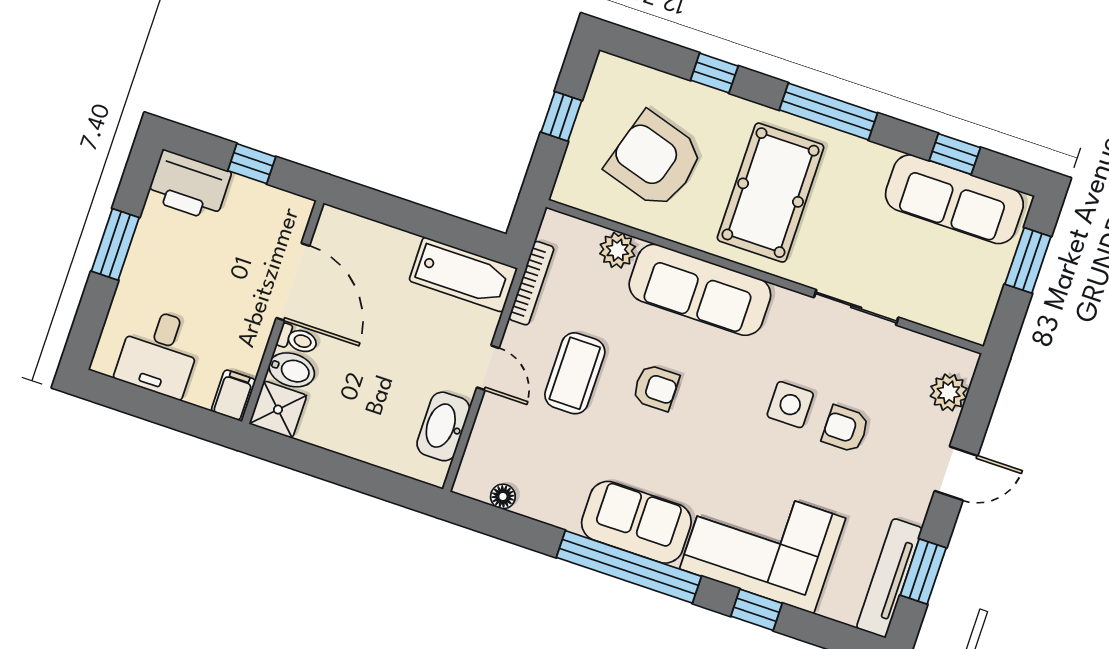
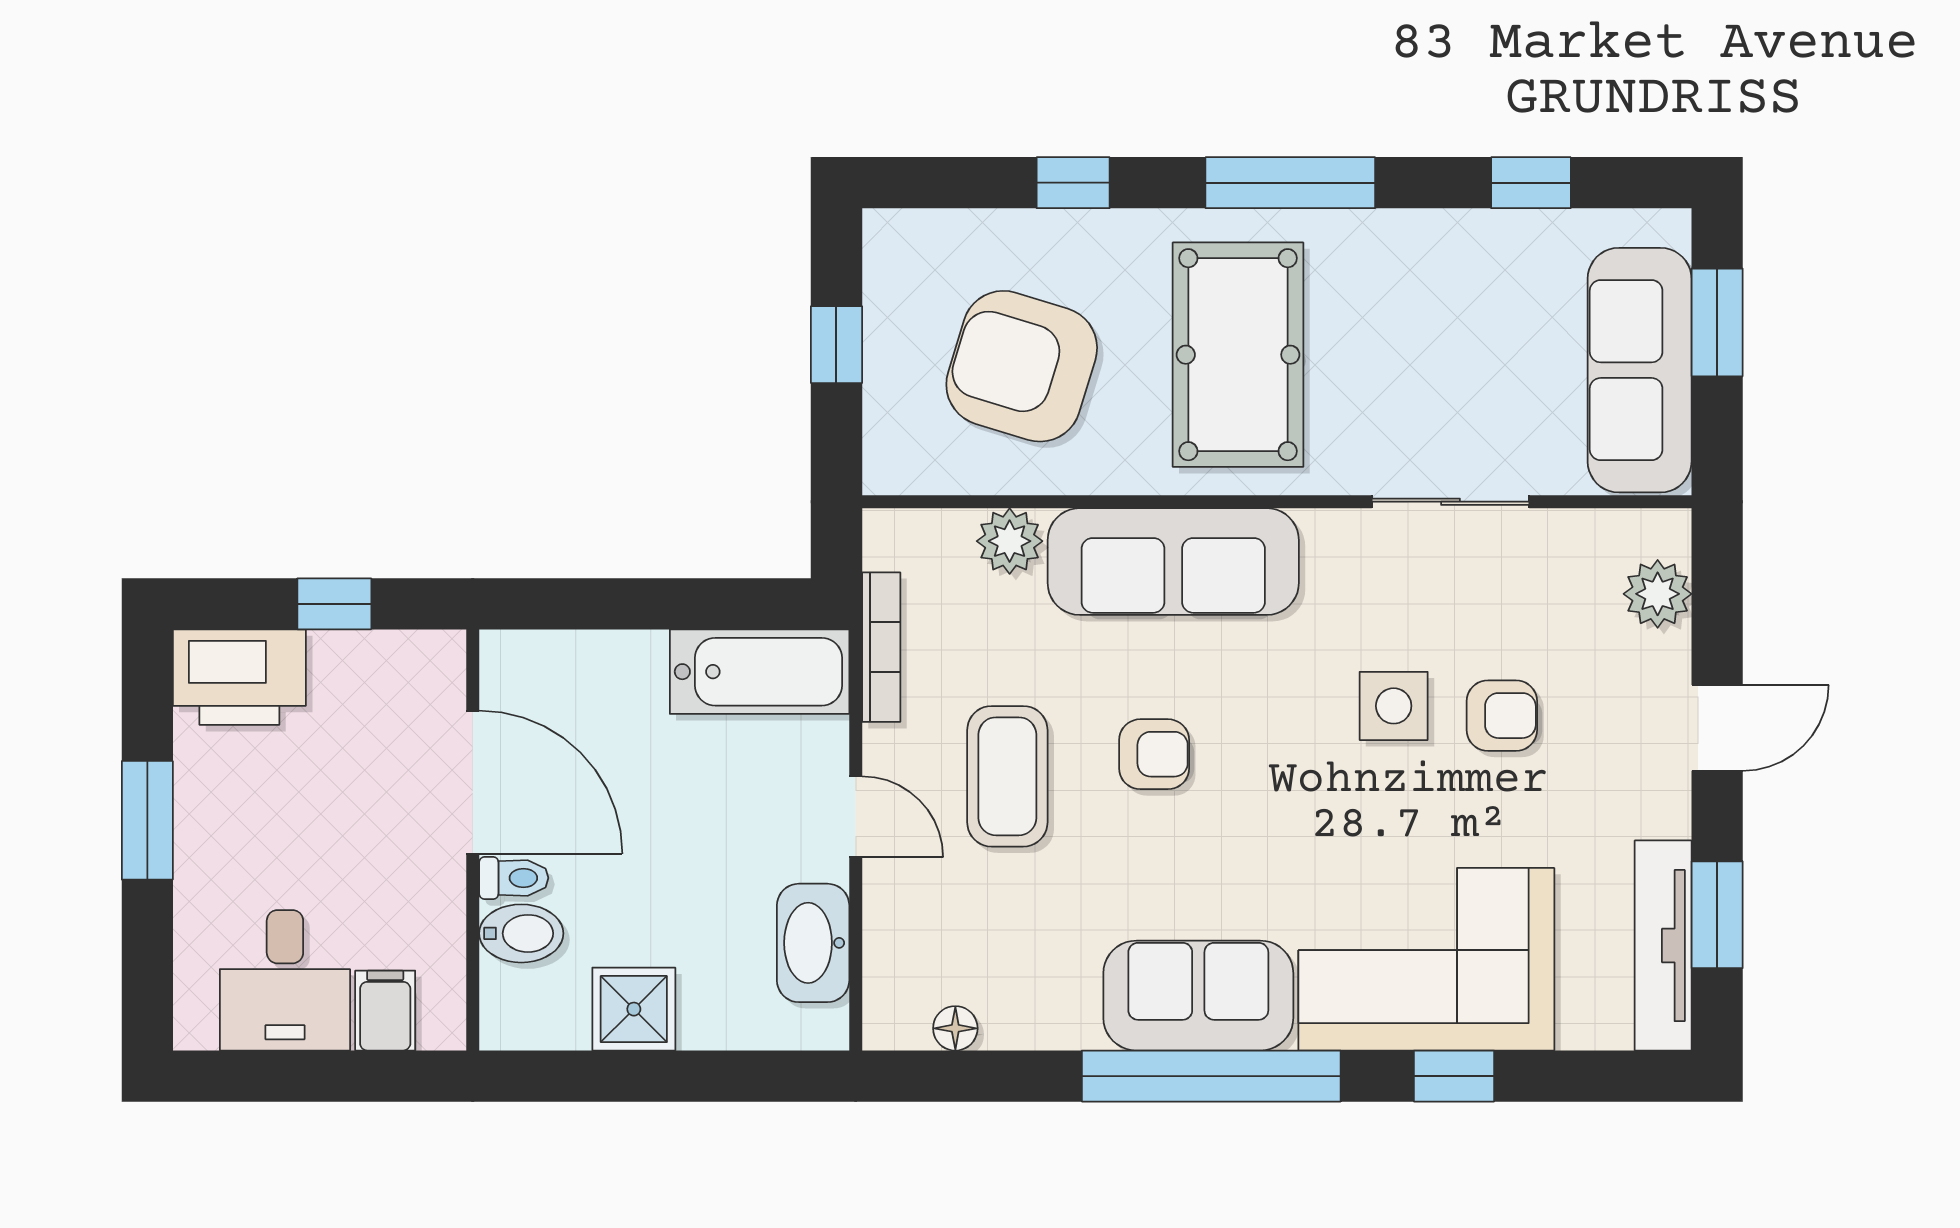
sofa: (954, 199) -> (1640, 370), moved, turned 90
filing cabinet: (233, 395) -> (385, 1011), moved
shower: (278, 410) -> (634, 1009), moved
armchair: (845, 429) -> (1502, 716), turned 180

